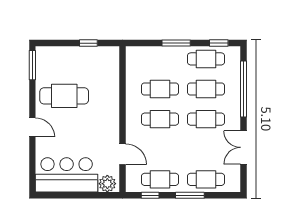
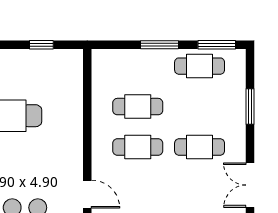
window: (219, 43) -> (217, 45), width x1.50
cafe table: (206, 89) -> (200, 107), removed
window: (244, 89) -> (250, 107), width x0.47

